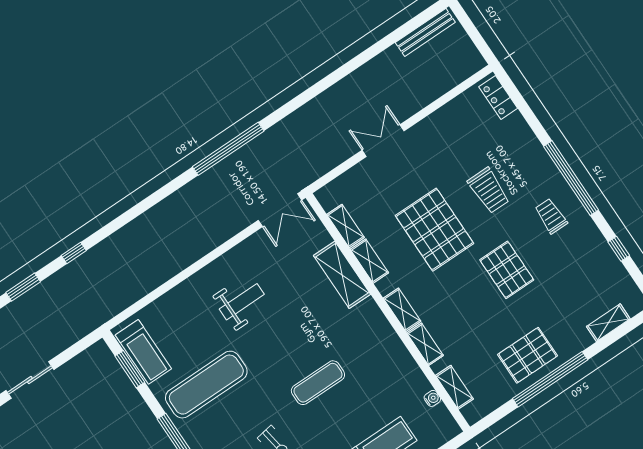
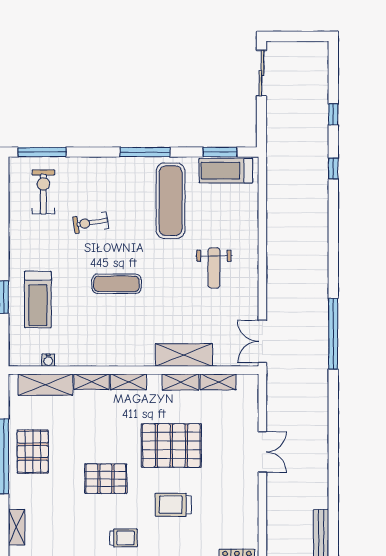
window: (23, 287) -> (333, 114), width x0.67
exercise mat: (318, 383) -> (117, 284), turned 90
shelving: (454, 387) -> (45, 385), width x1.50, depth x1.33

